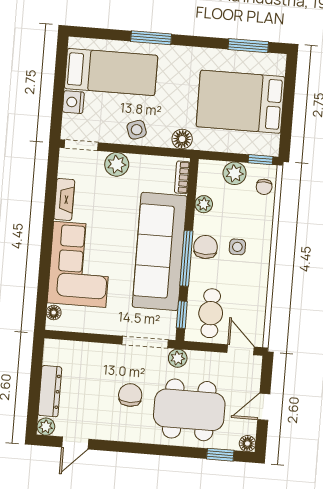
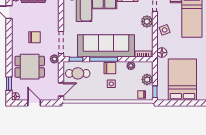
dining table: (189, 410) -> (30, 67), width x0.73

